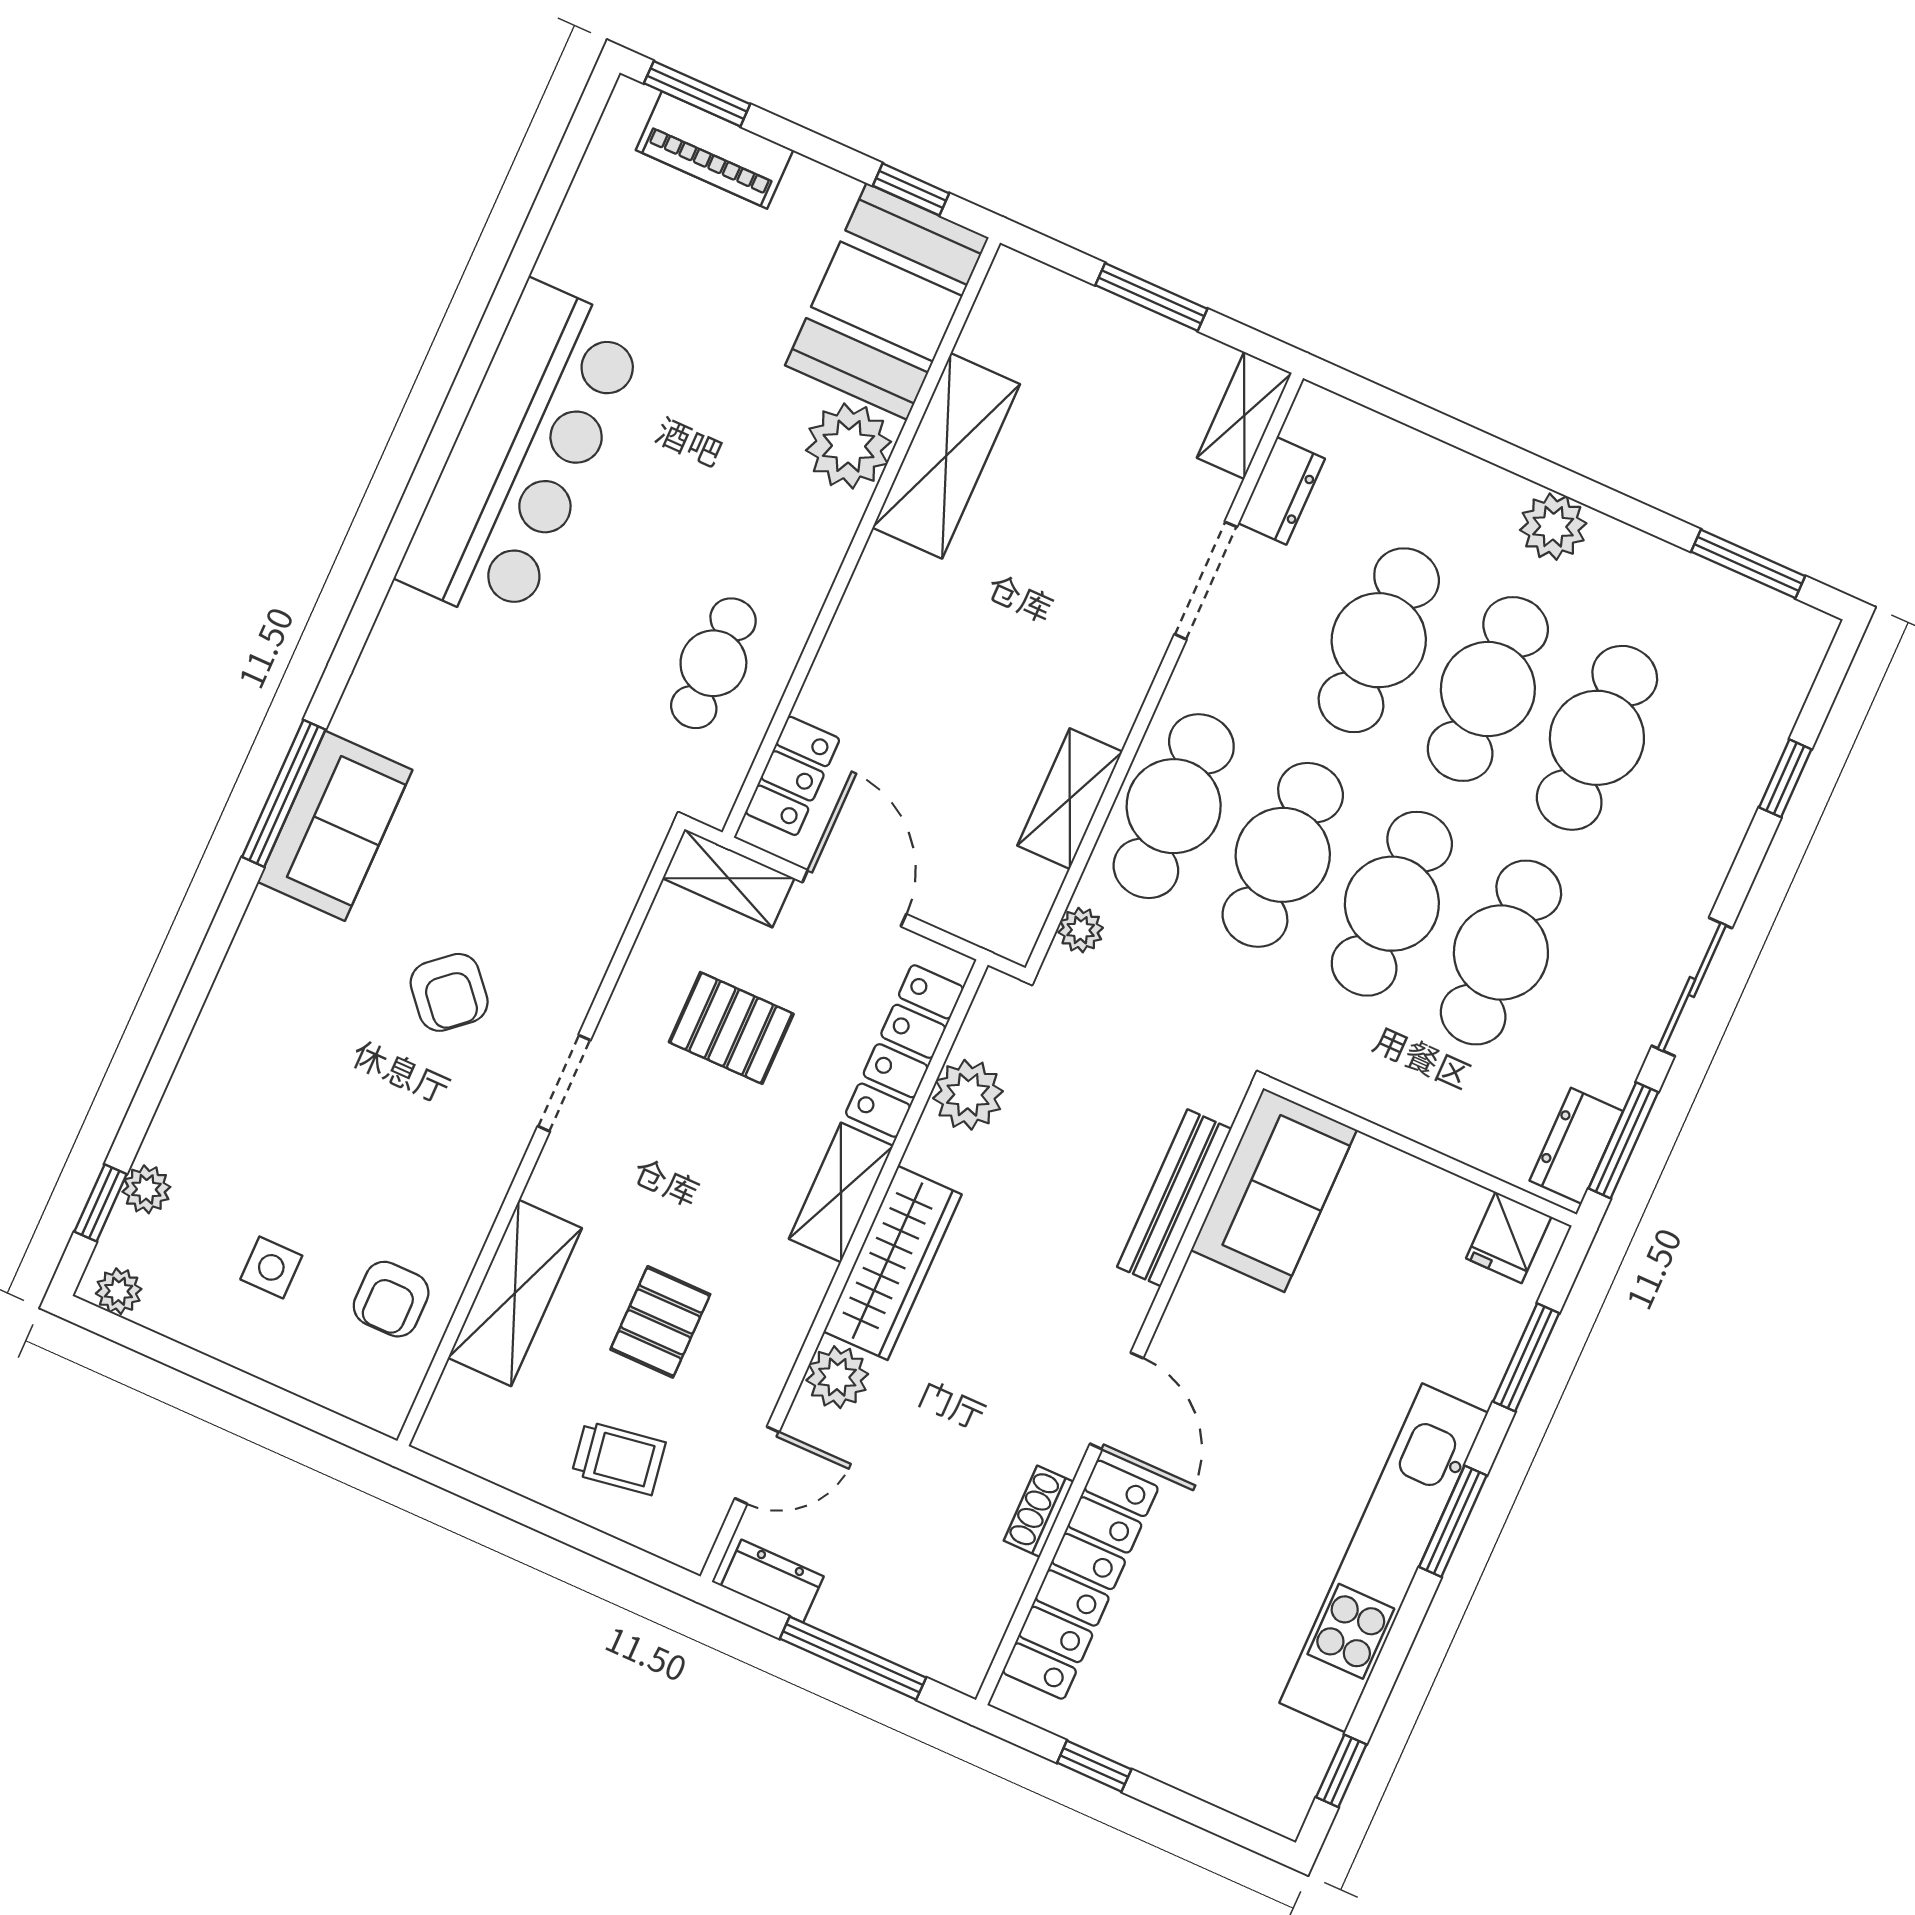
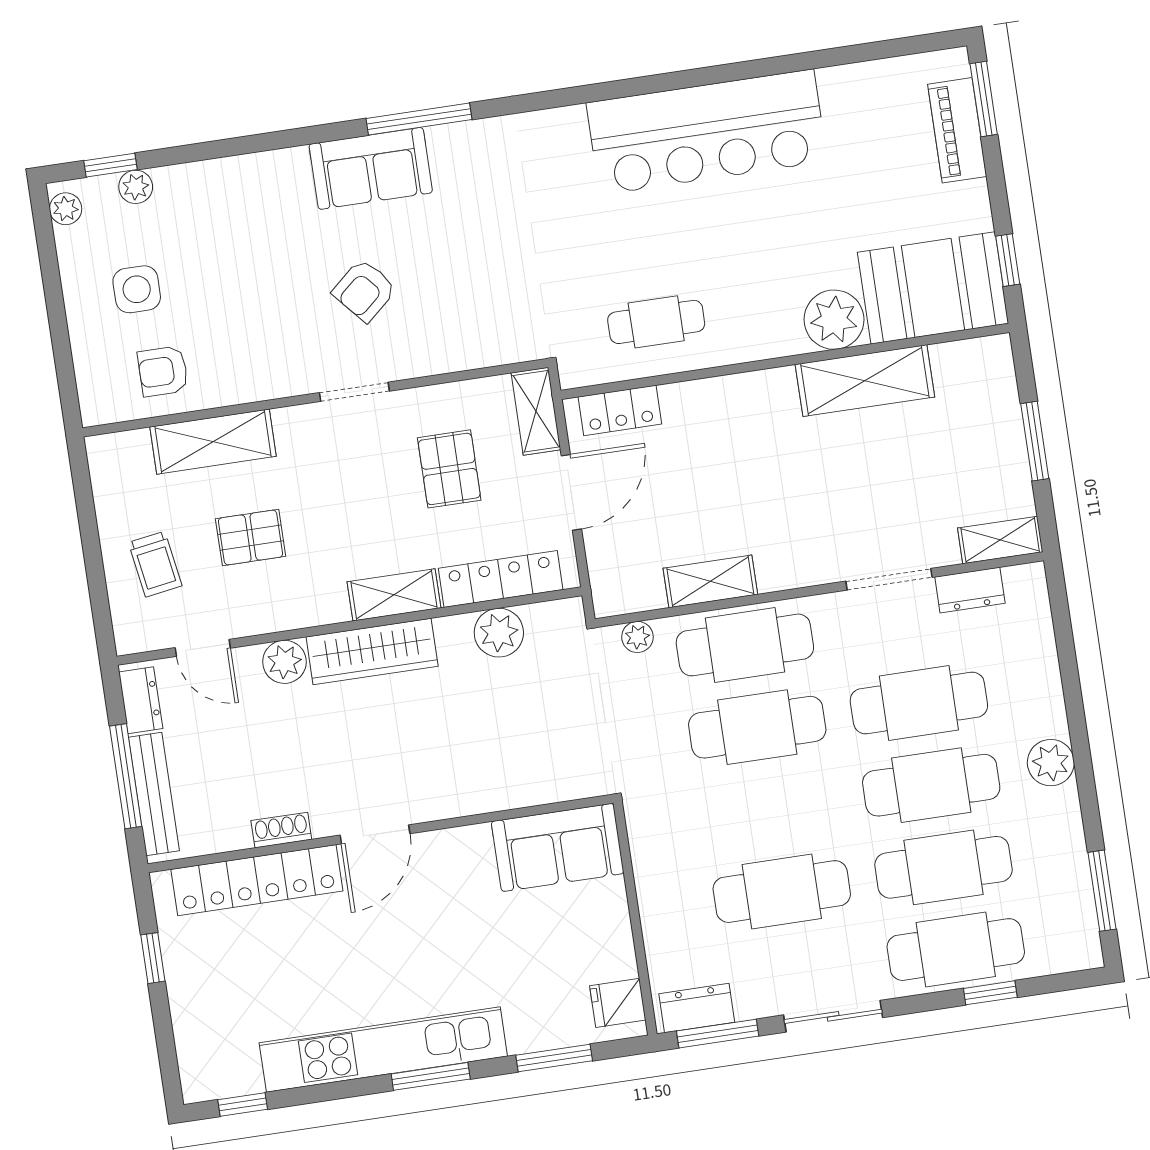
sofa: (335, 826) -> (371, 168), moved
cafe table: (1392, 904) -> (956, 950), moved
bench: (1174, 1198) -> (154, 794), moved, turned 90
side table: (271, 1267) -> (137, 289), width x1.37, depth x1.37

